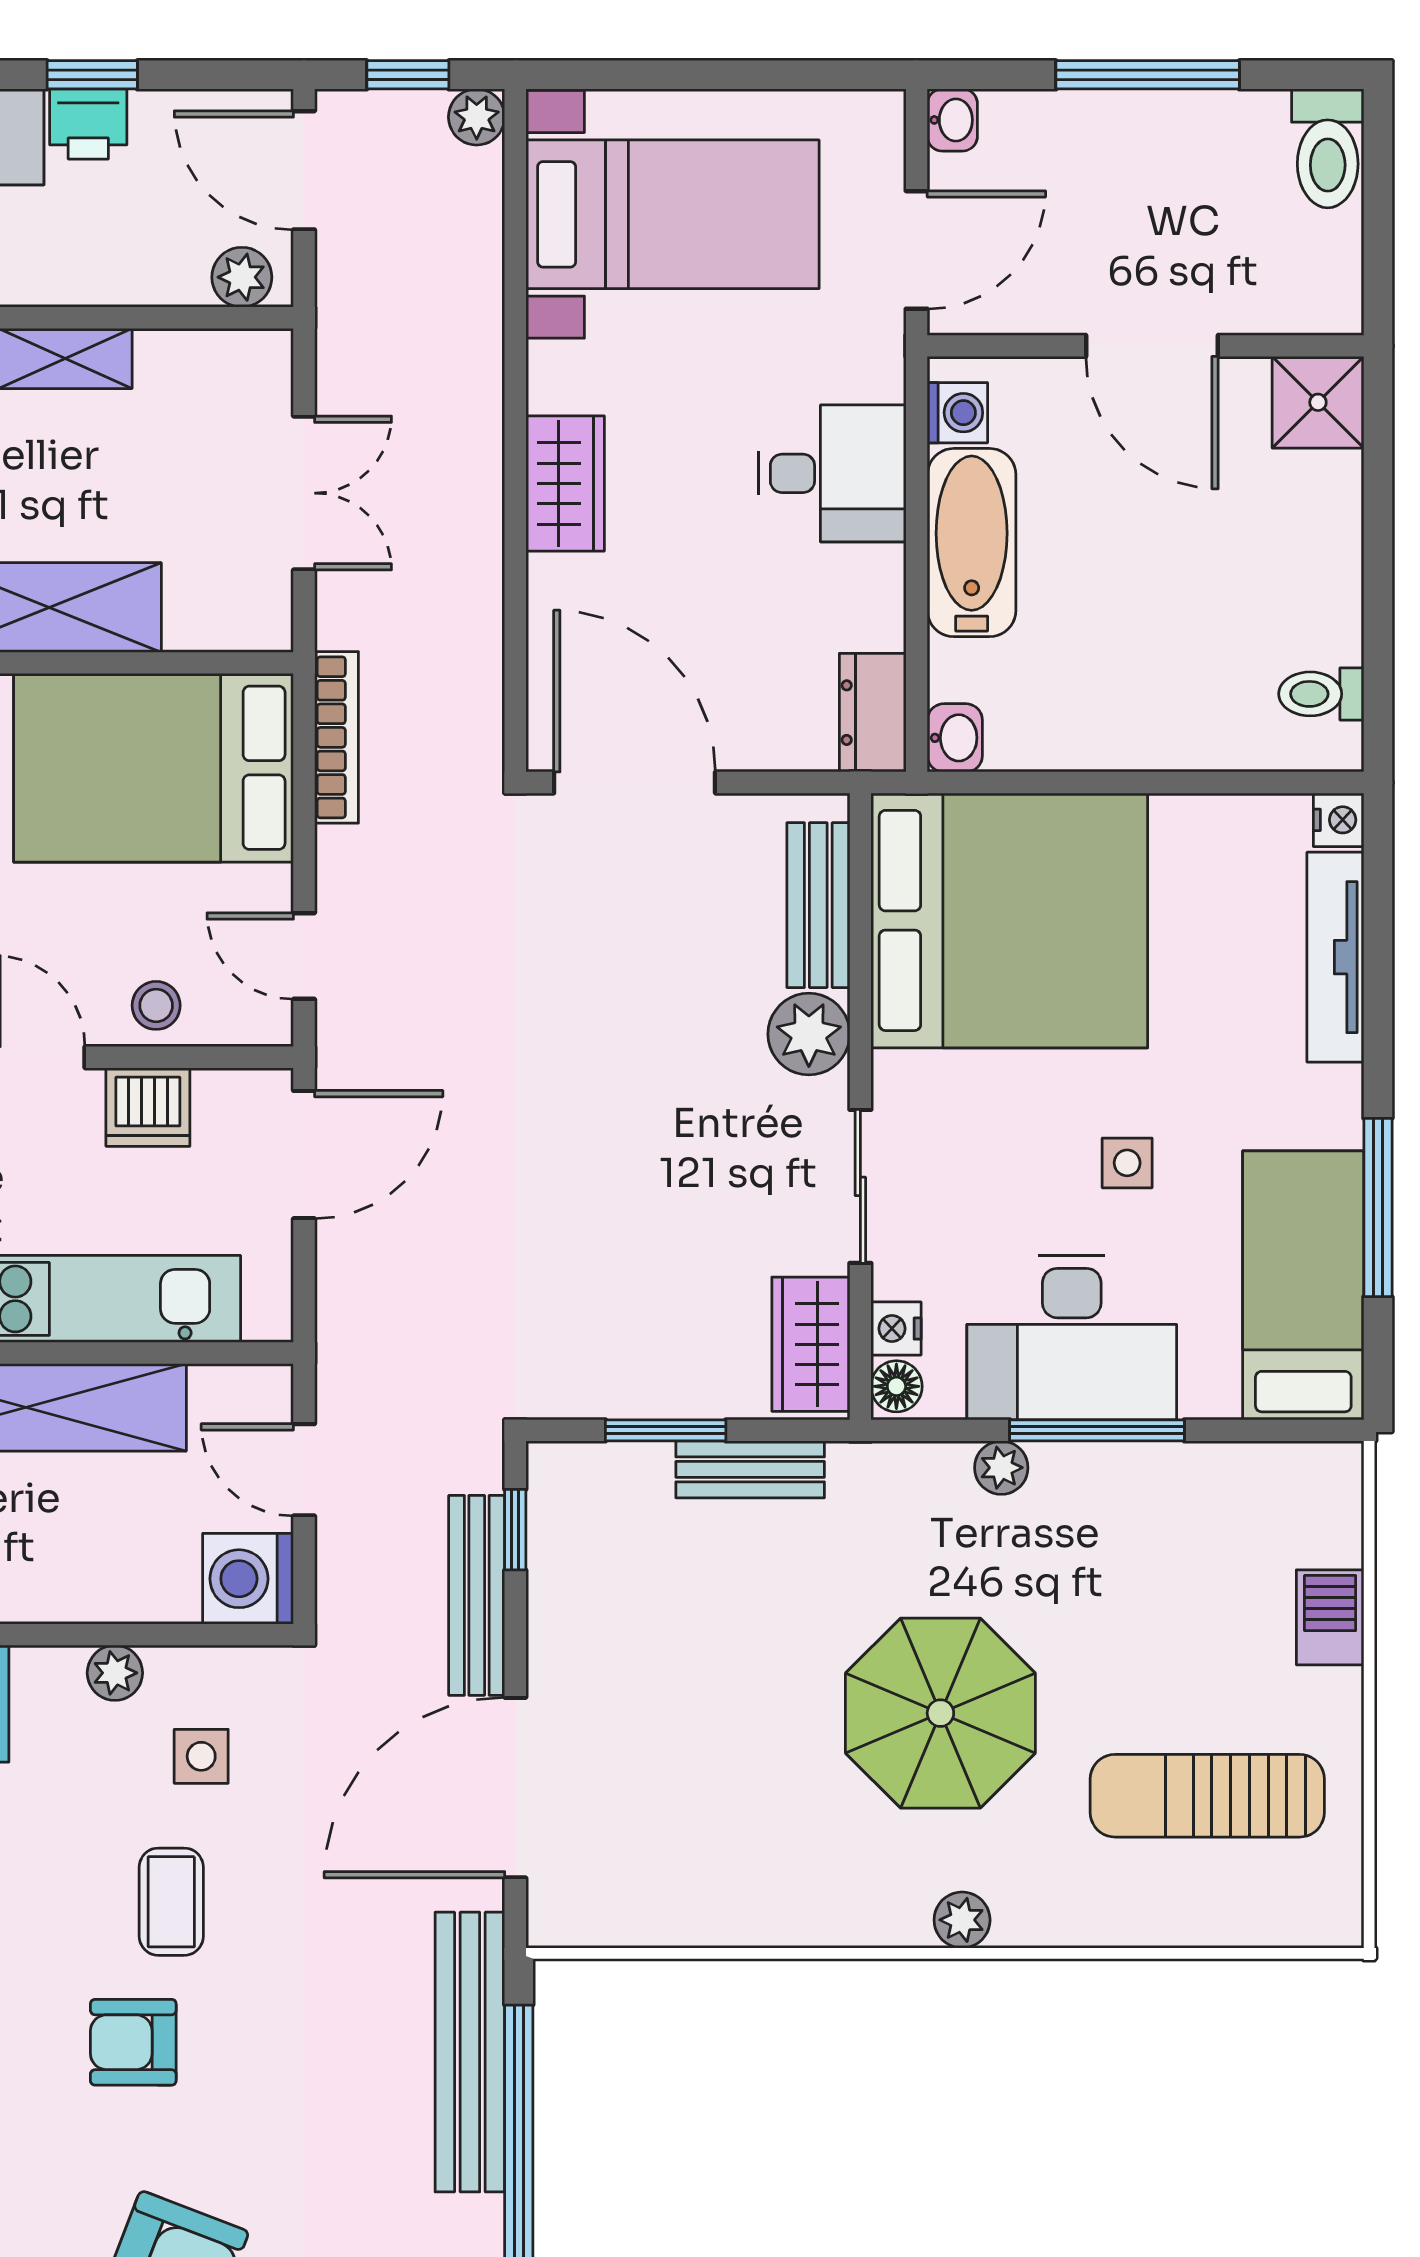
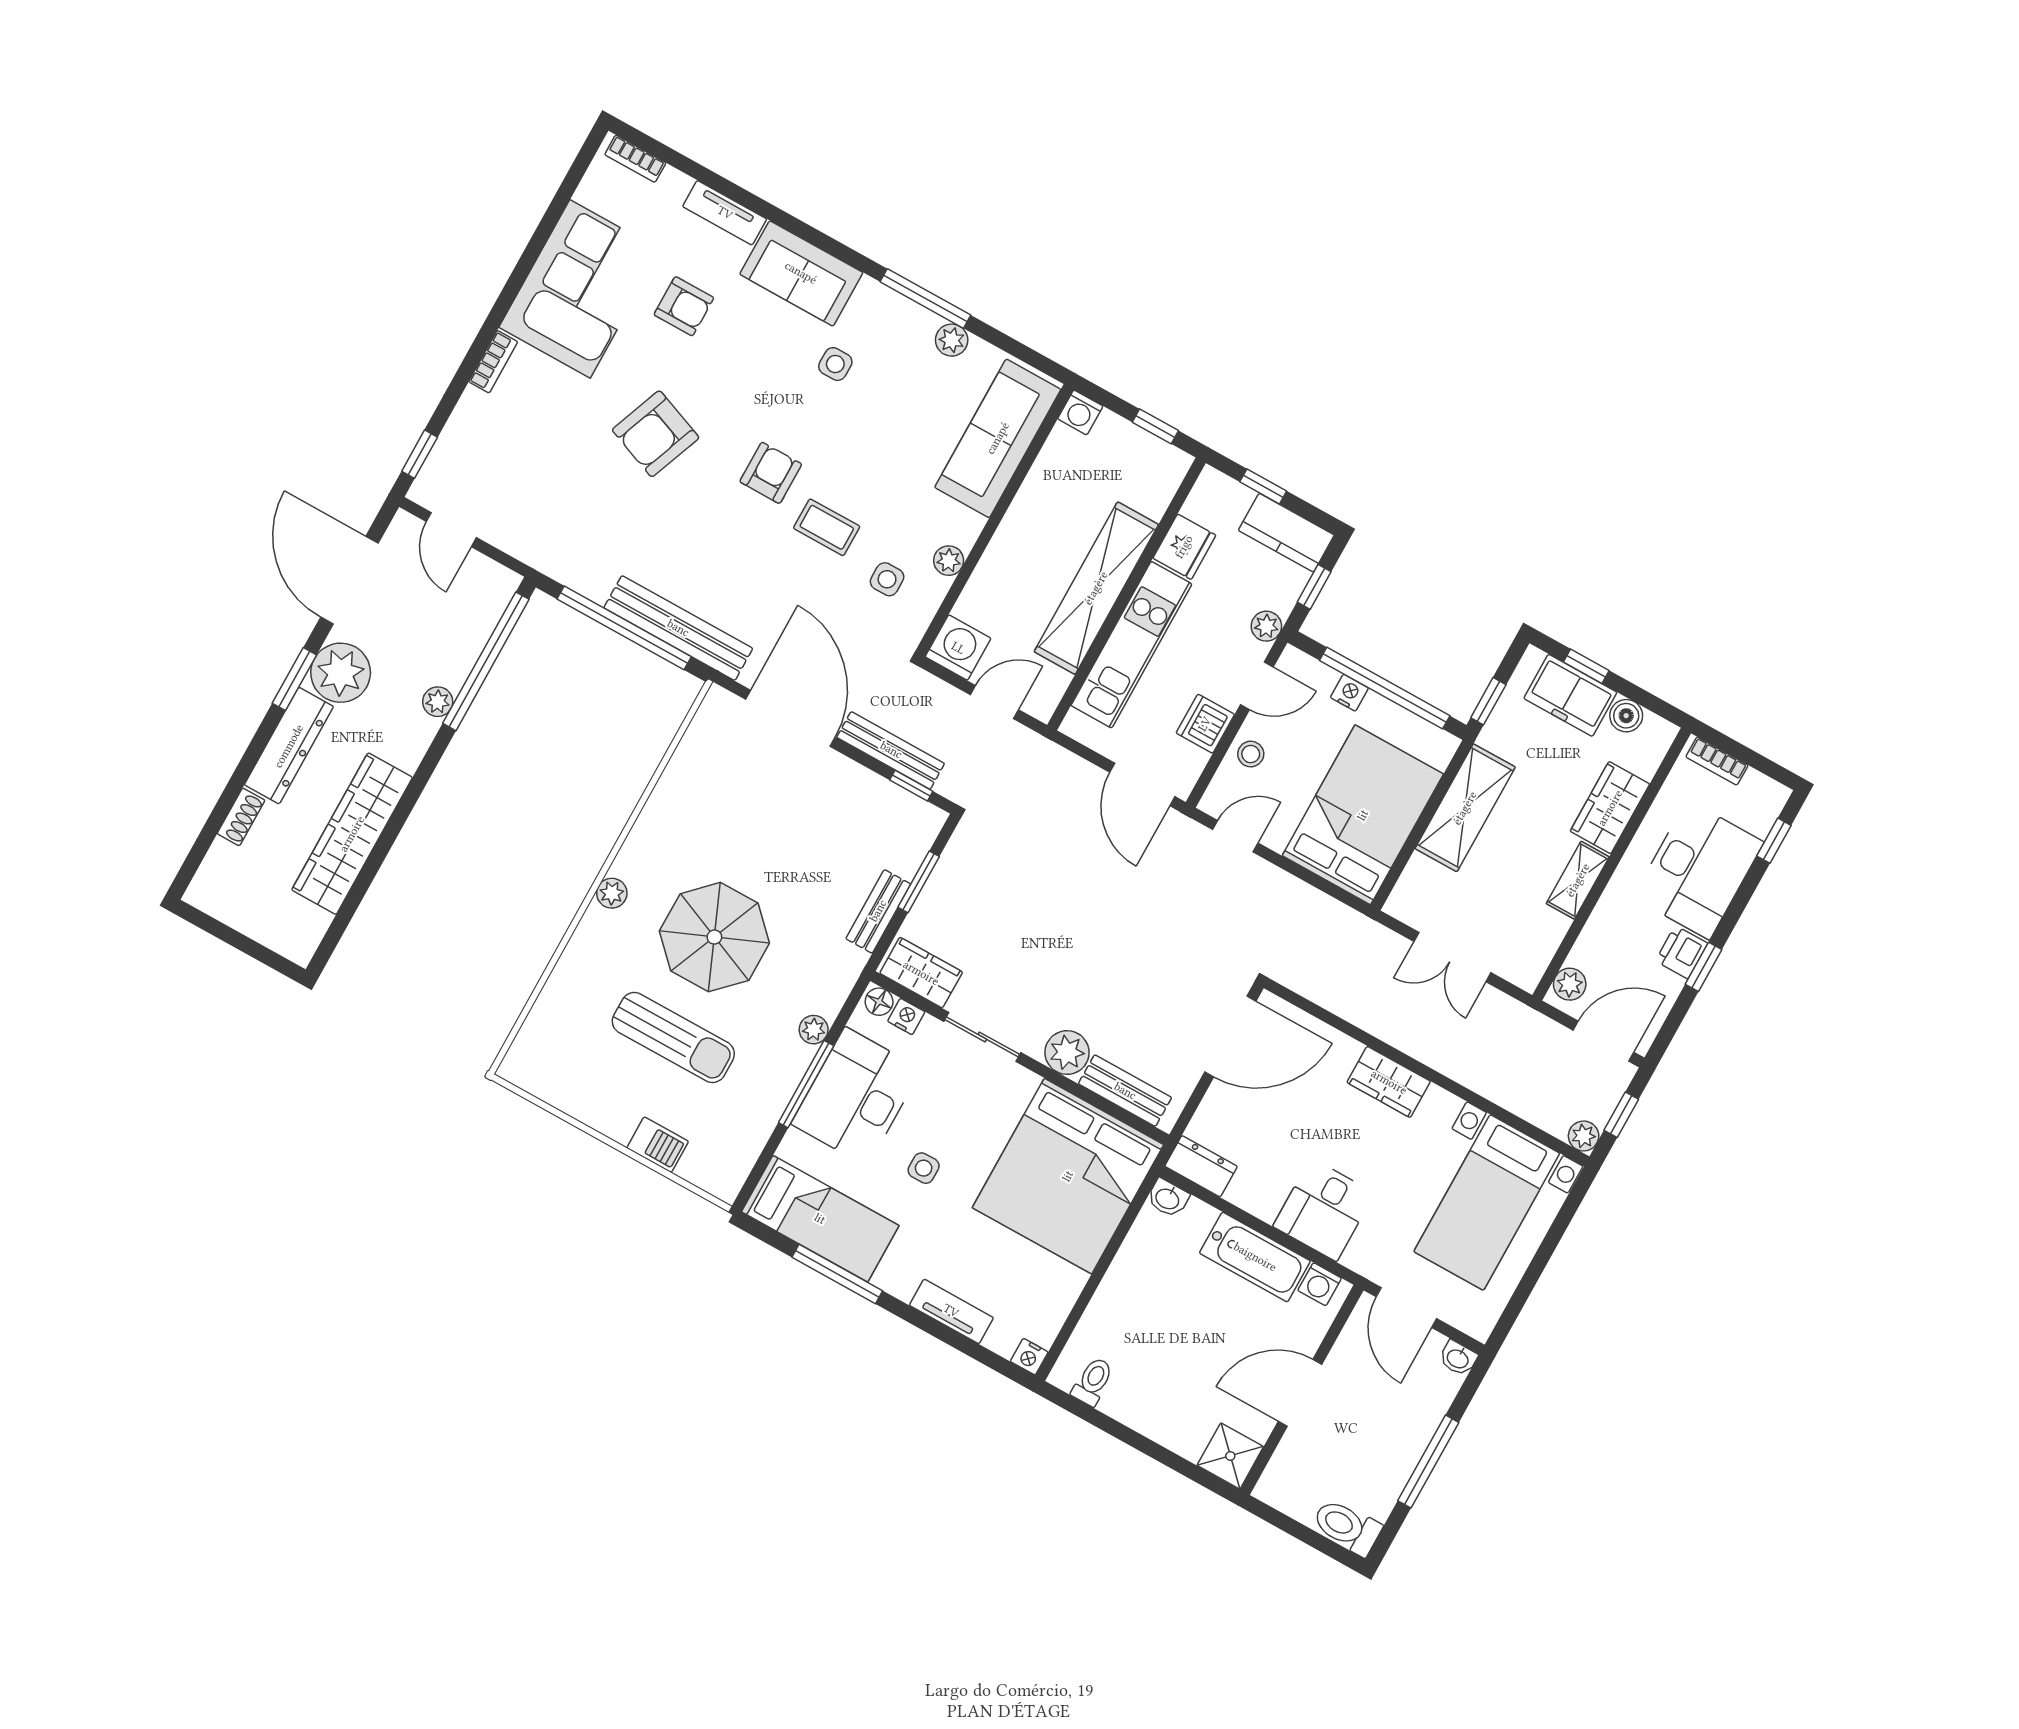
bookcase: (337, 737) -> (1329, 909), removed
tv unit: (1335, 957) -> (951, 1311), width x0.71
sun lounger: (1207, 1796) -> (673, 1037), moved, turned 90

